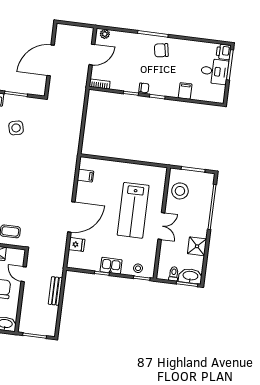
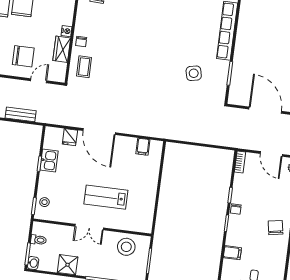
lab bench: (133, 210) -> (106, 197), width x0.73, depth x0.72
kitchen sink: (111, 266) -> (49, 160), moved
washbasin: (190, 276) -> (33, 263), width x0.52, depth x0.69

